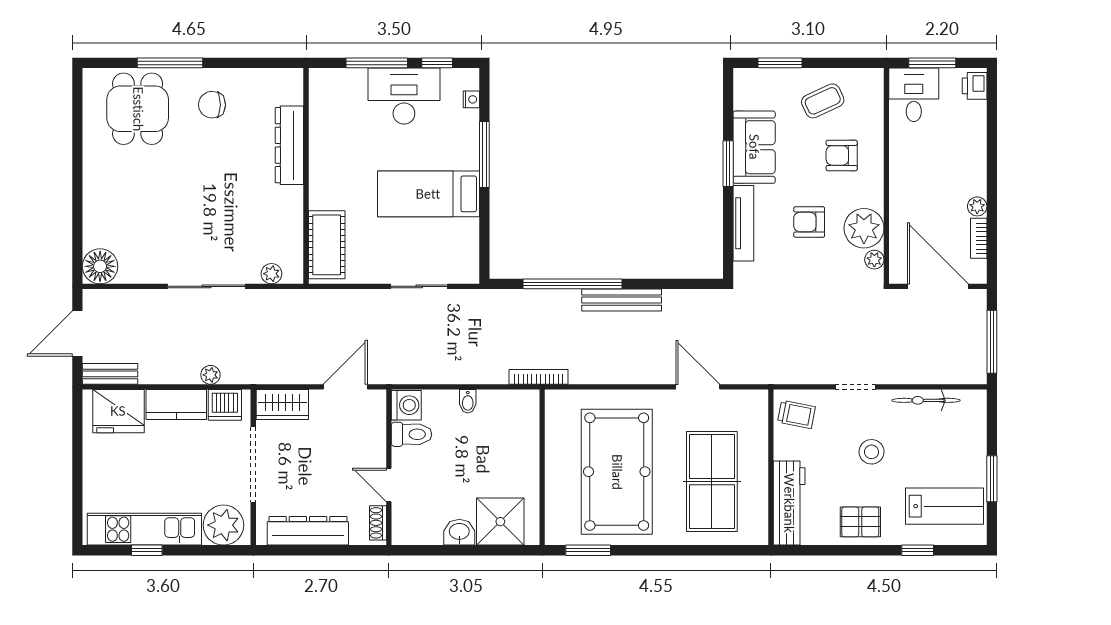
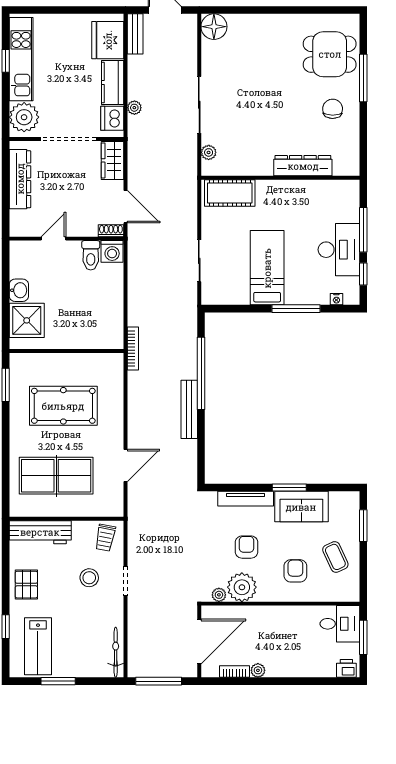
bicycle: (926, 400) -> (116, 652), moved
bidet: (468, 401) -> (115, 296), removed
stool: (871, 452) -> (89, 578), moved
pool table: (617, 472) -> (63, 406), width x0.73, depth x0.76
shoe rack: (378, 523) -> (111, 231), moved

